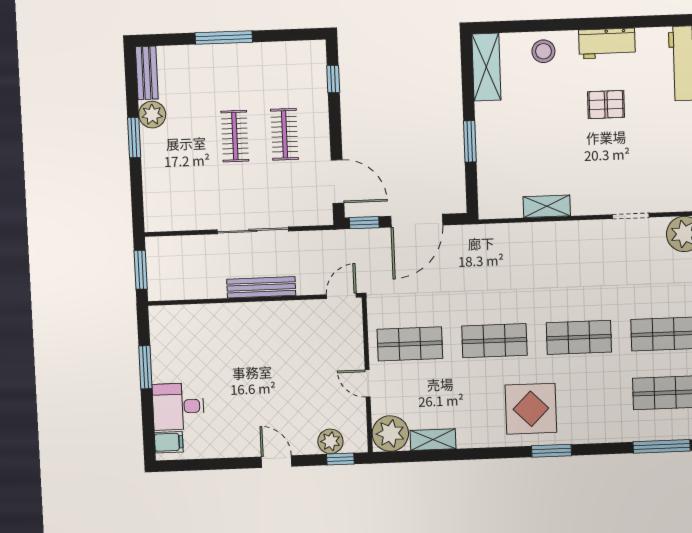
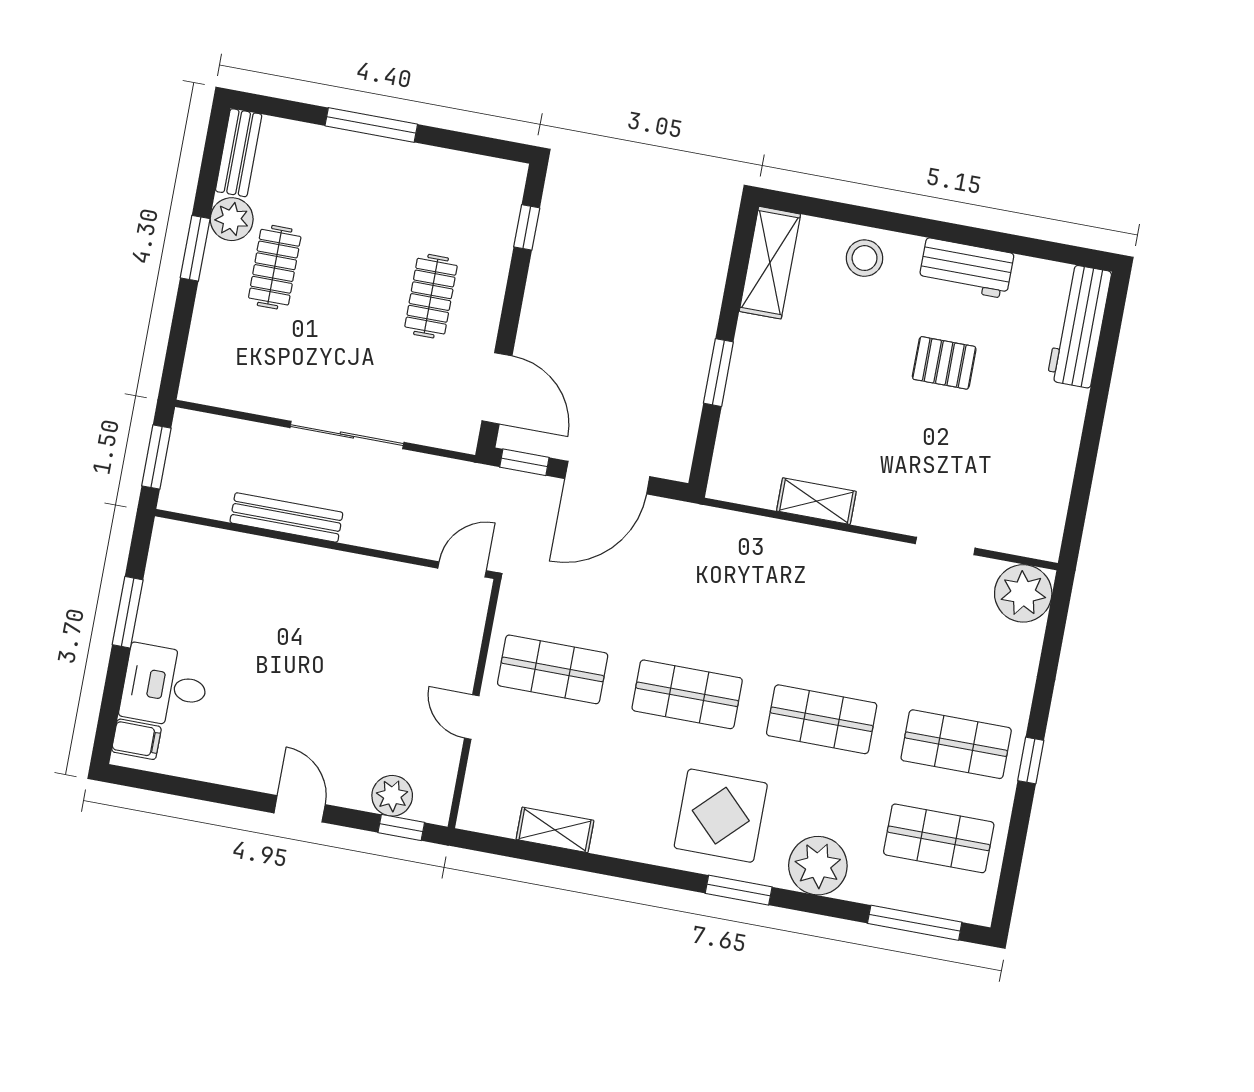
clothes rail: (235, 136) -> (275, 267), moved
bench: (261, 287) -> (286, 517), moved
plant: (390, 434) -> (818, 866), moved

